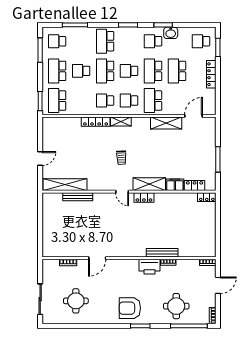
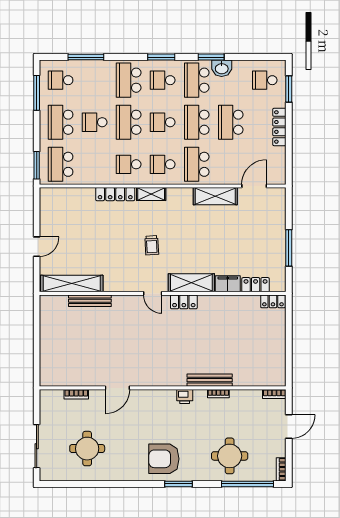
school desk: (129, 41) -> (163, 80), added
school desk: (153, 41) -> (197, 80), width x1.85
printer: (149, 267) -> (185, 397), width x0.53, depth x0.68

